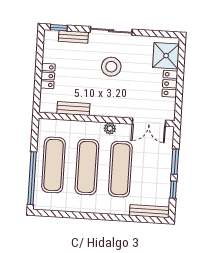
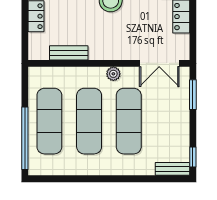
window: (175, 162) -> (193, 95), moved
window: (173, 190) -> (193, 157), moved
bench: (149, 211) -> (172, 169), width x0.73

